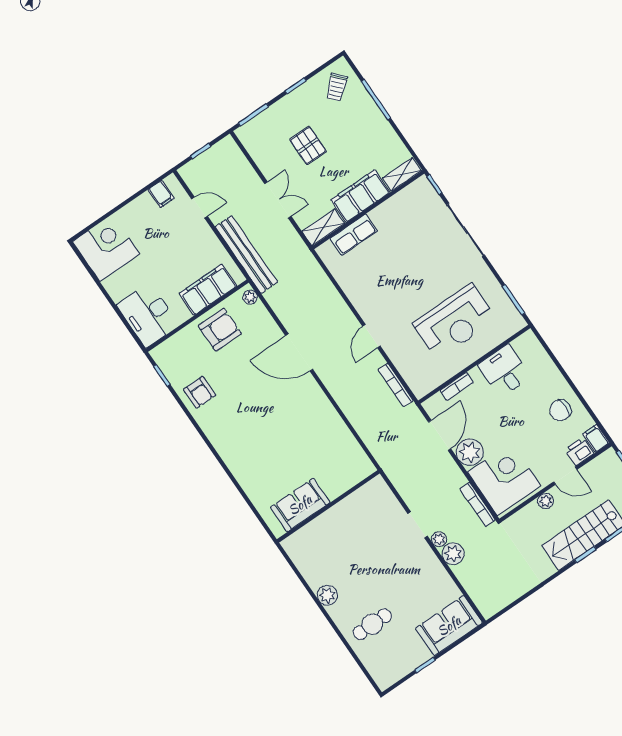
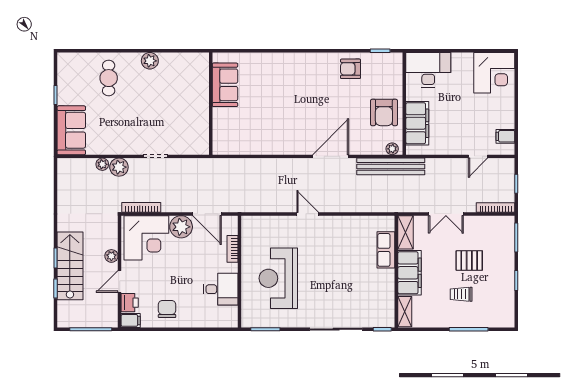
trolley: (337, 87) -> (461, 294), moved, turned -48
bench: (246, 254) -> (391, 166), moved
bookcase: (396, 385) -> (496, 207), moved
plant: (439, 539) -> (102, 164), moved

